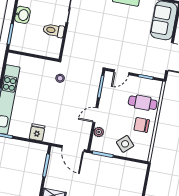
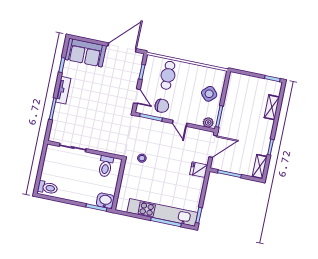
washbasin: (22, 15) -> (105, 201), moved
toilet: (54, 30) -> (106, 166), moved
chair: (142, 125) -> (162, 106), moved, turned -90
fridge: (37, 132) -> (199, 170), moved
plant: (99, 132) -> (208, 122), moved

